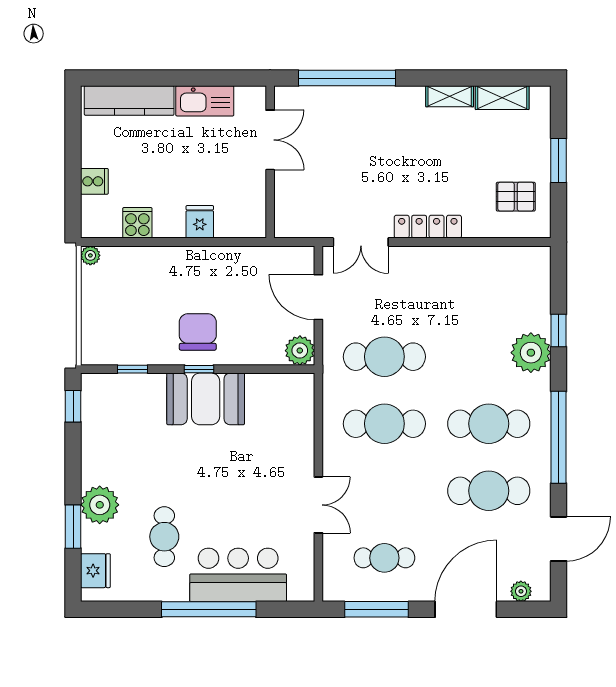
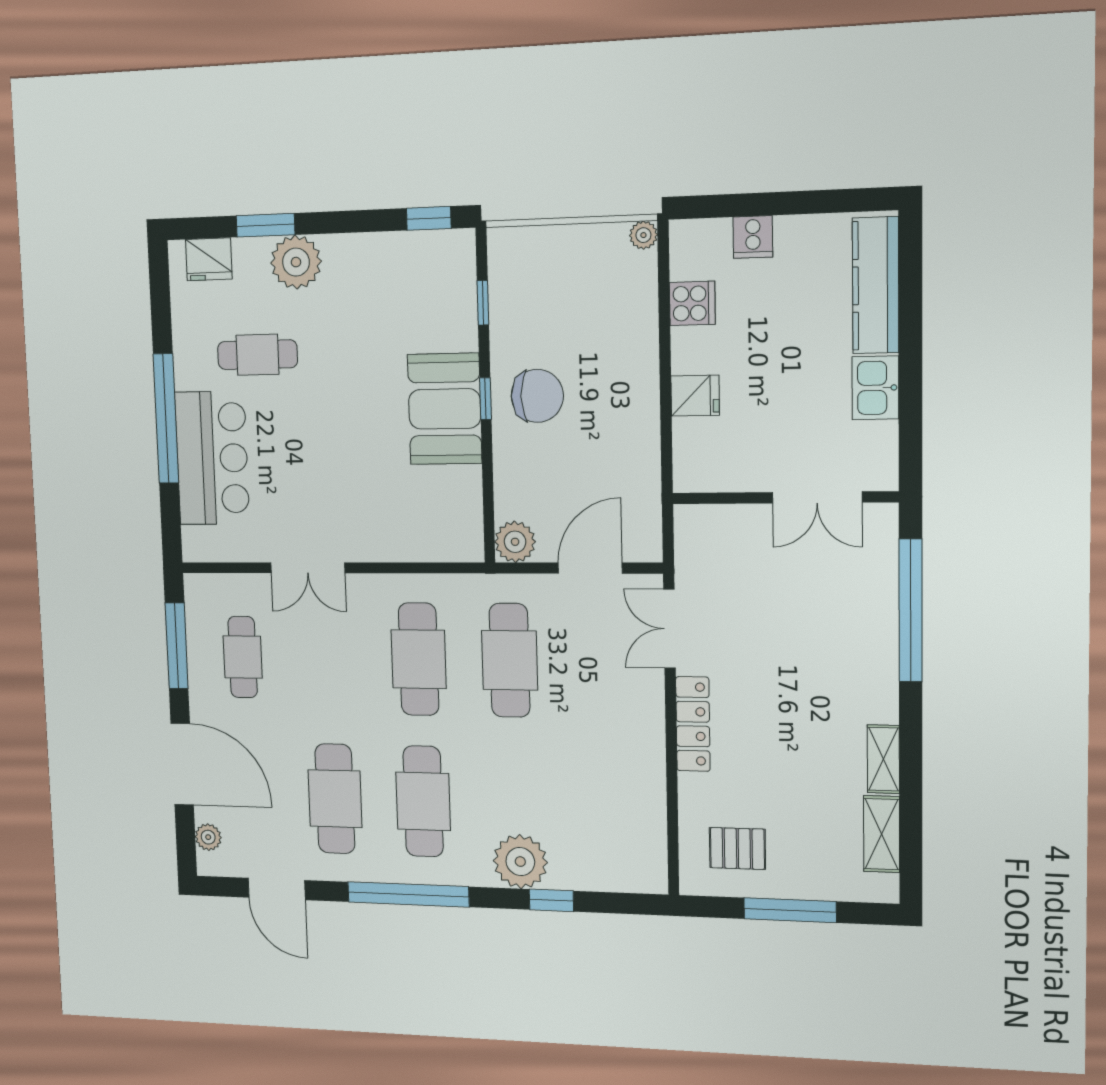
kitchen sink: (205, 101) -> (875, 388), width x0.73
window: (559, 160) -> (790, 910), width x1.44
pallet: (516, 197) -> (737, 848), turned 90

